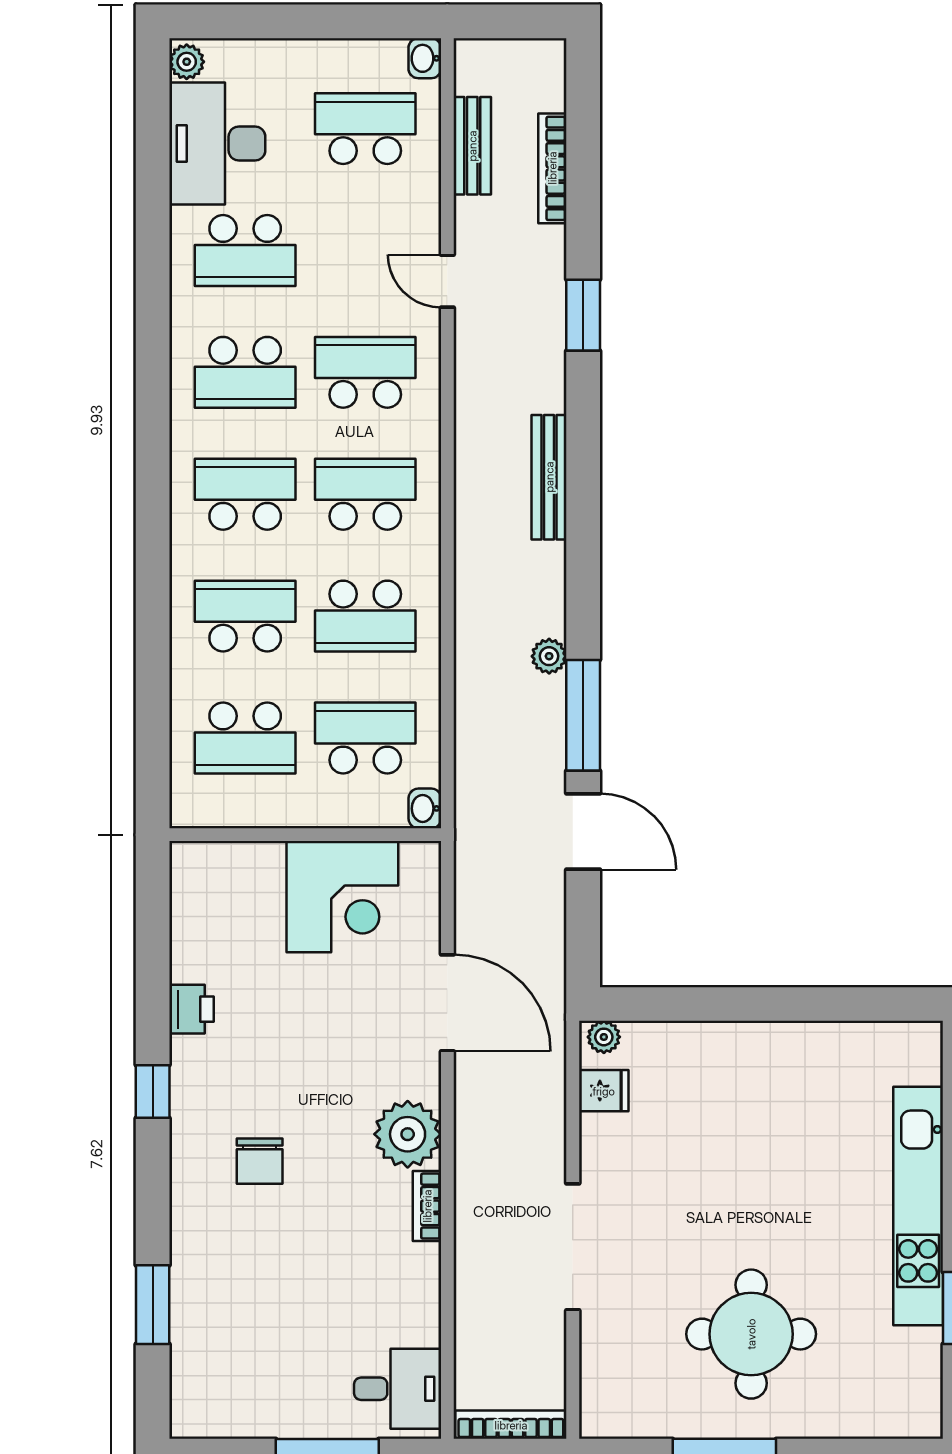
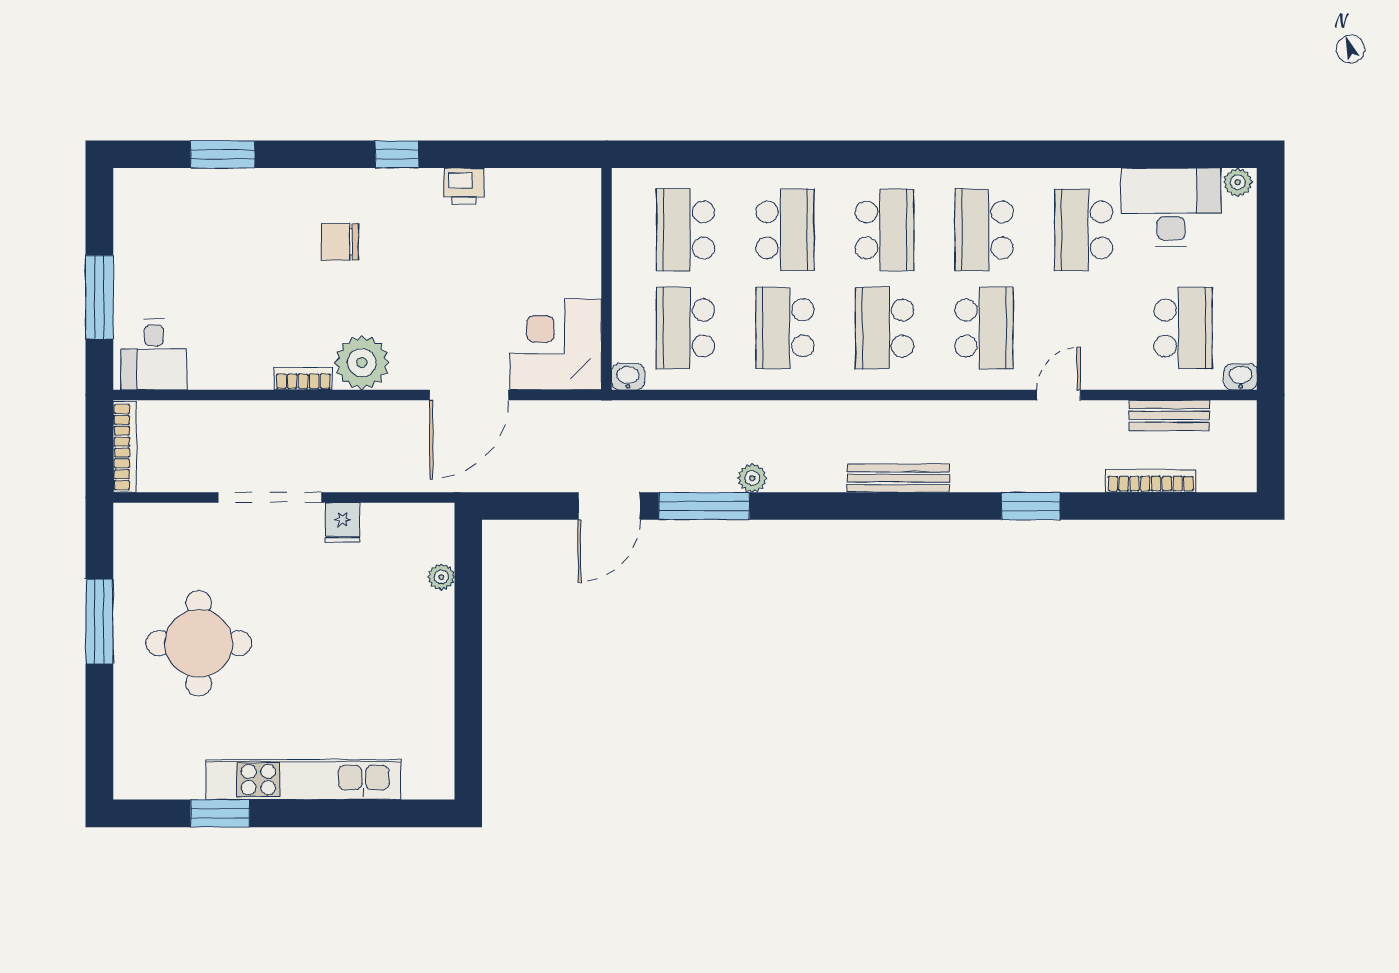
school desk: (365, 494) -> (885, 328), turned 180
school desk: (365, 738) -> (685, 328), turned 180
corner desk: (342, 897) -> (556, 344), moved, turned 90
plant: (604, 1037) -> (441, 577), moved
fridge: (604, 1091) -> (342, 523), moved

